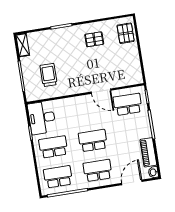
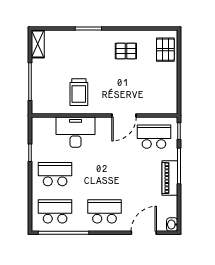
trolley: (49, 75) -> (79, 92), moved, turned 180
door: (101, 91) -> (124, 115), hinge flipped
desk: (42, 118) -> (75, 132), moved, turned 90
school desk: (93, 141) -> (104, 174), removed
piano: (148, 152) -> (170, 178), moved

